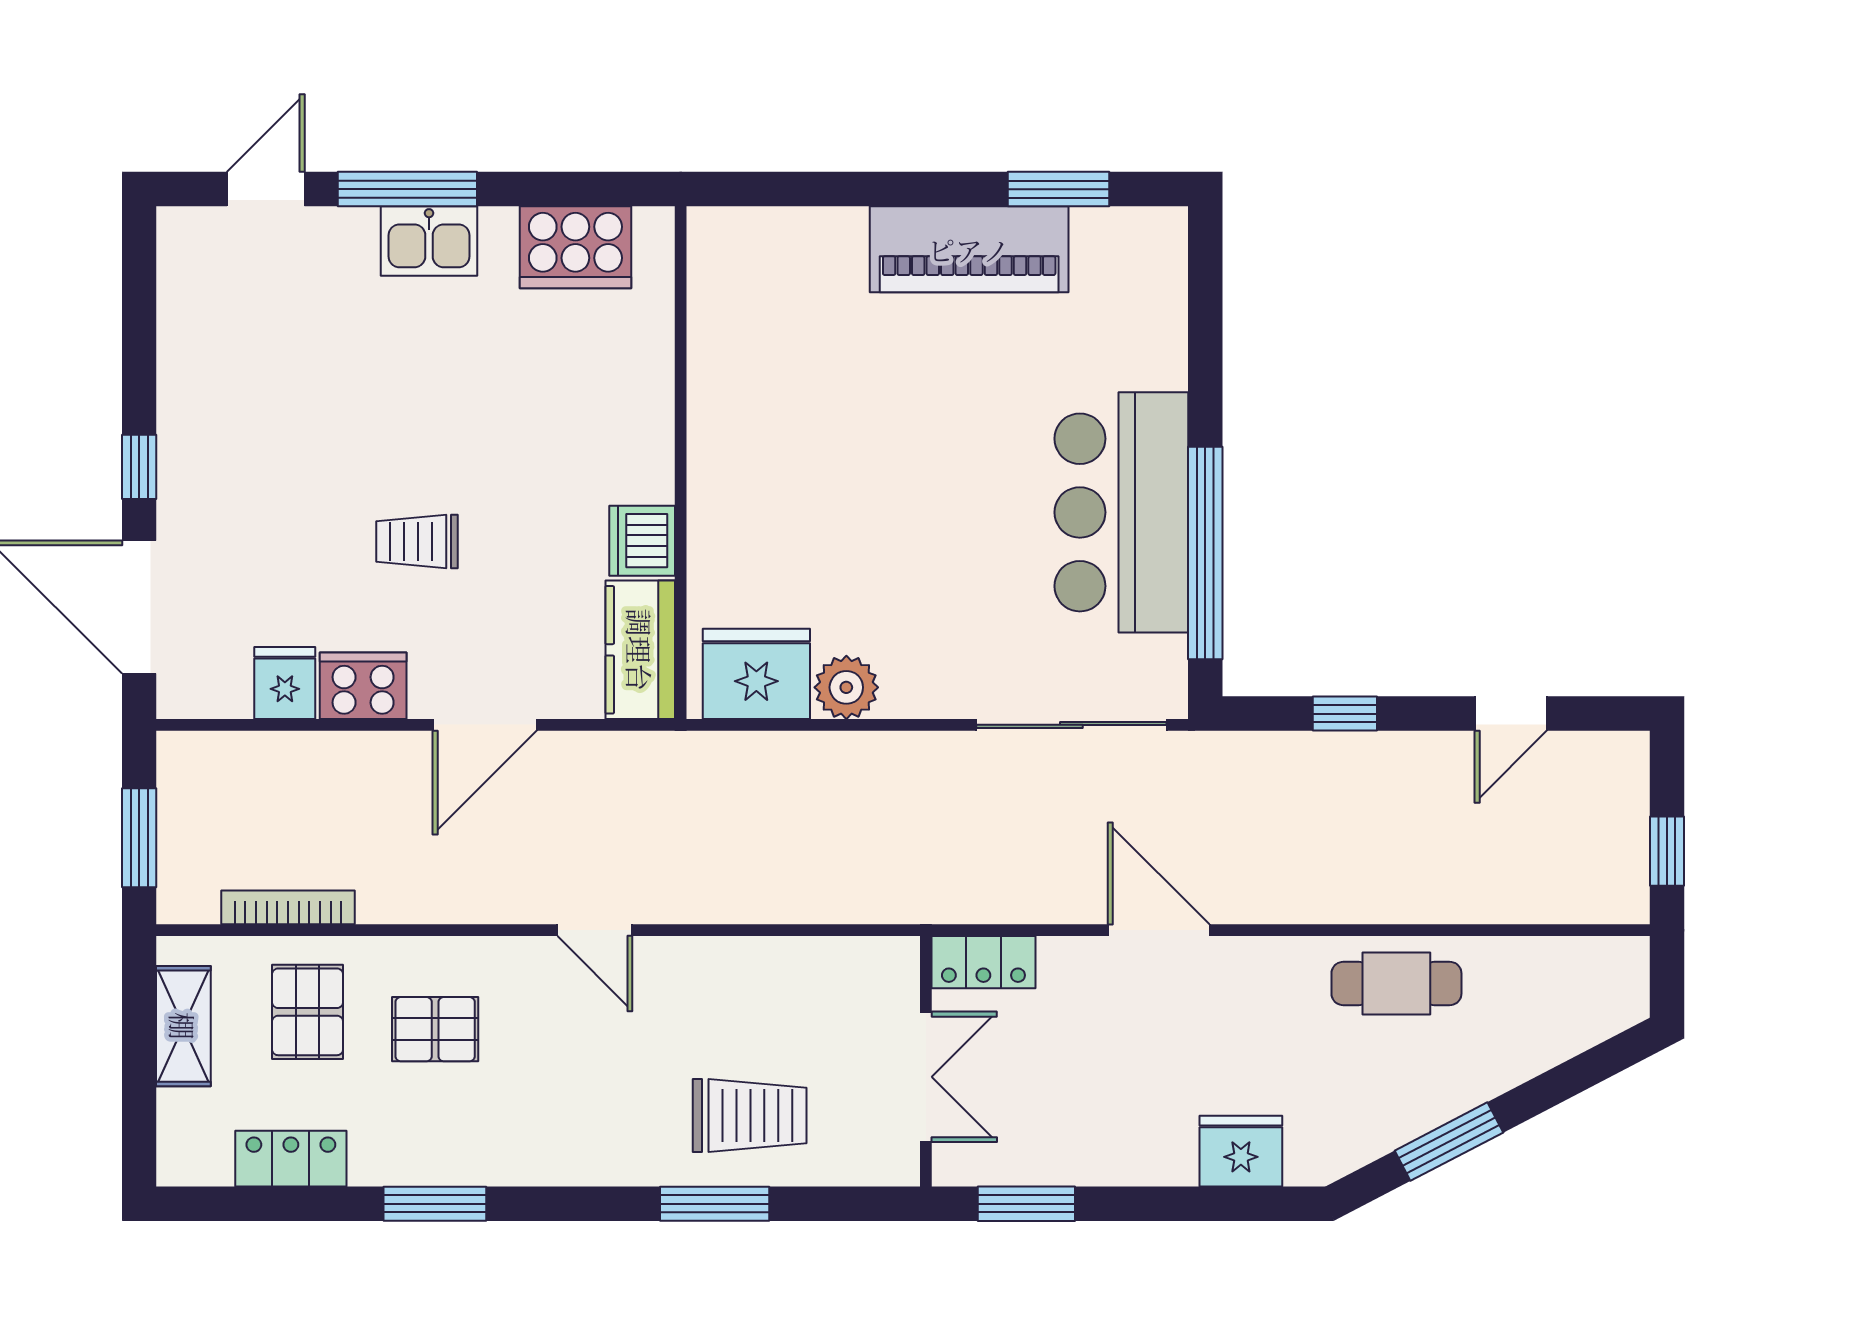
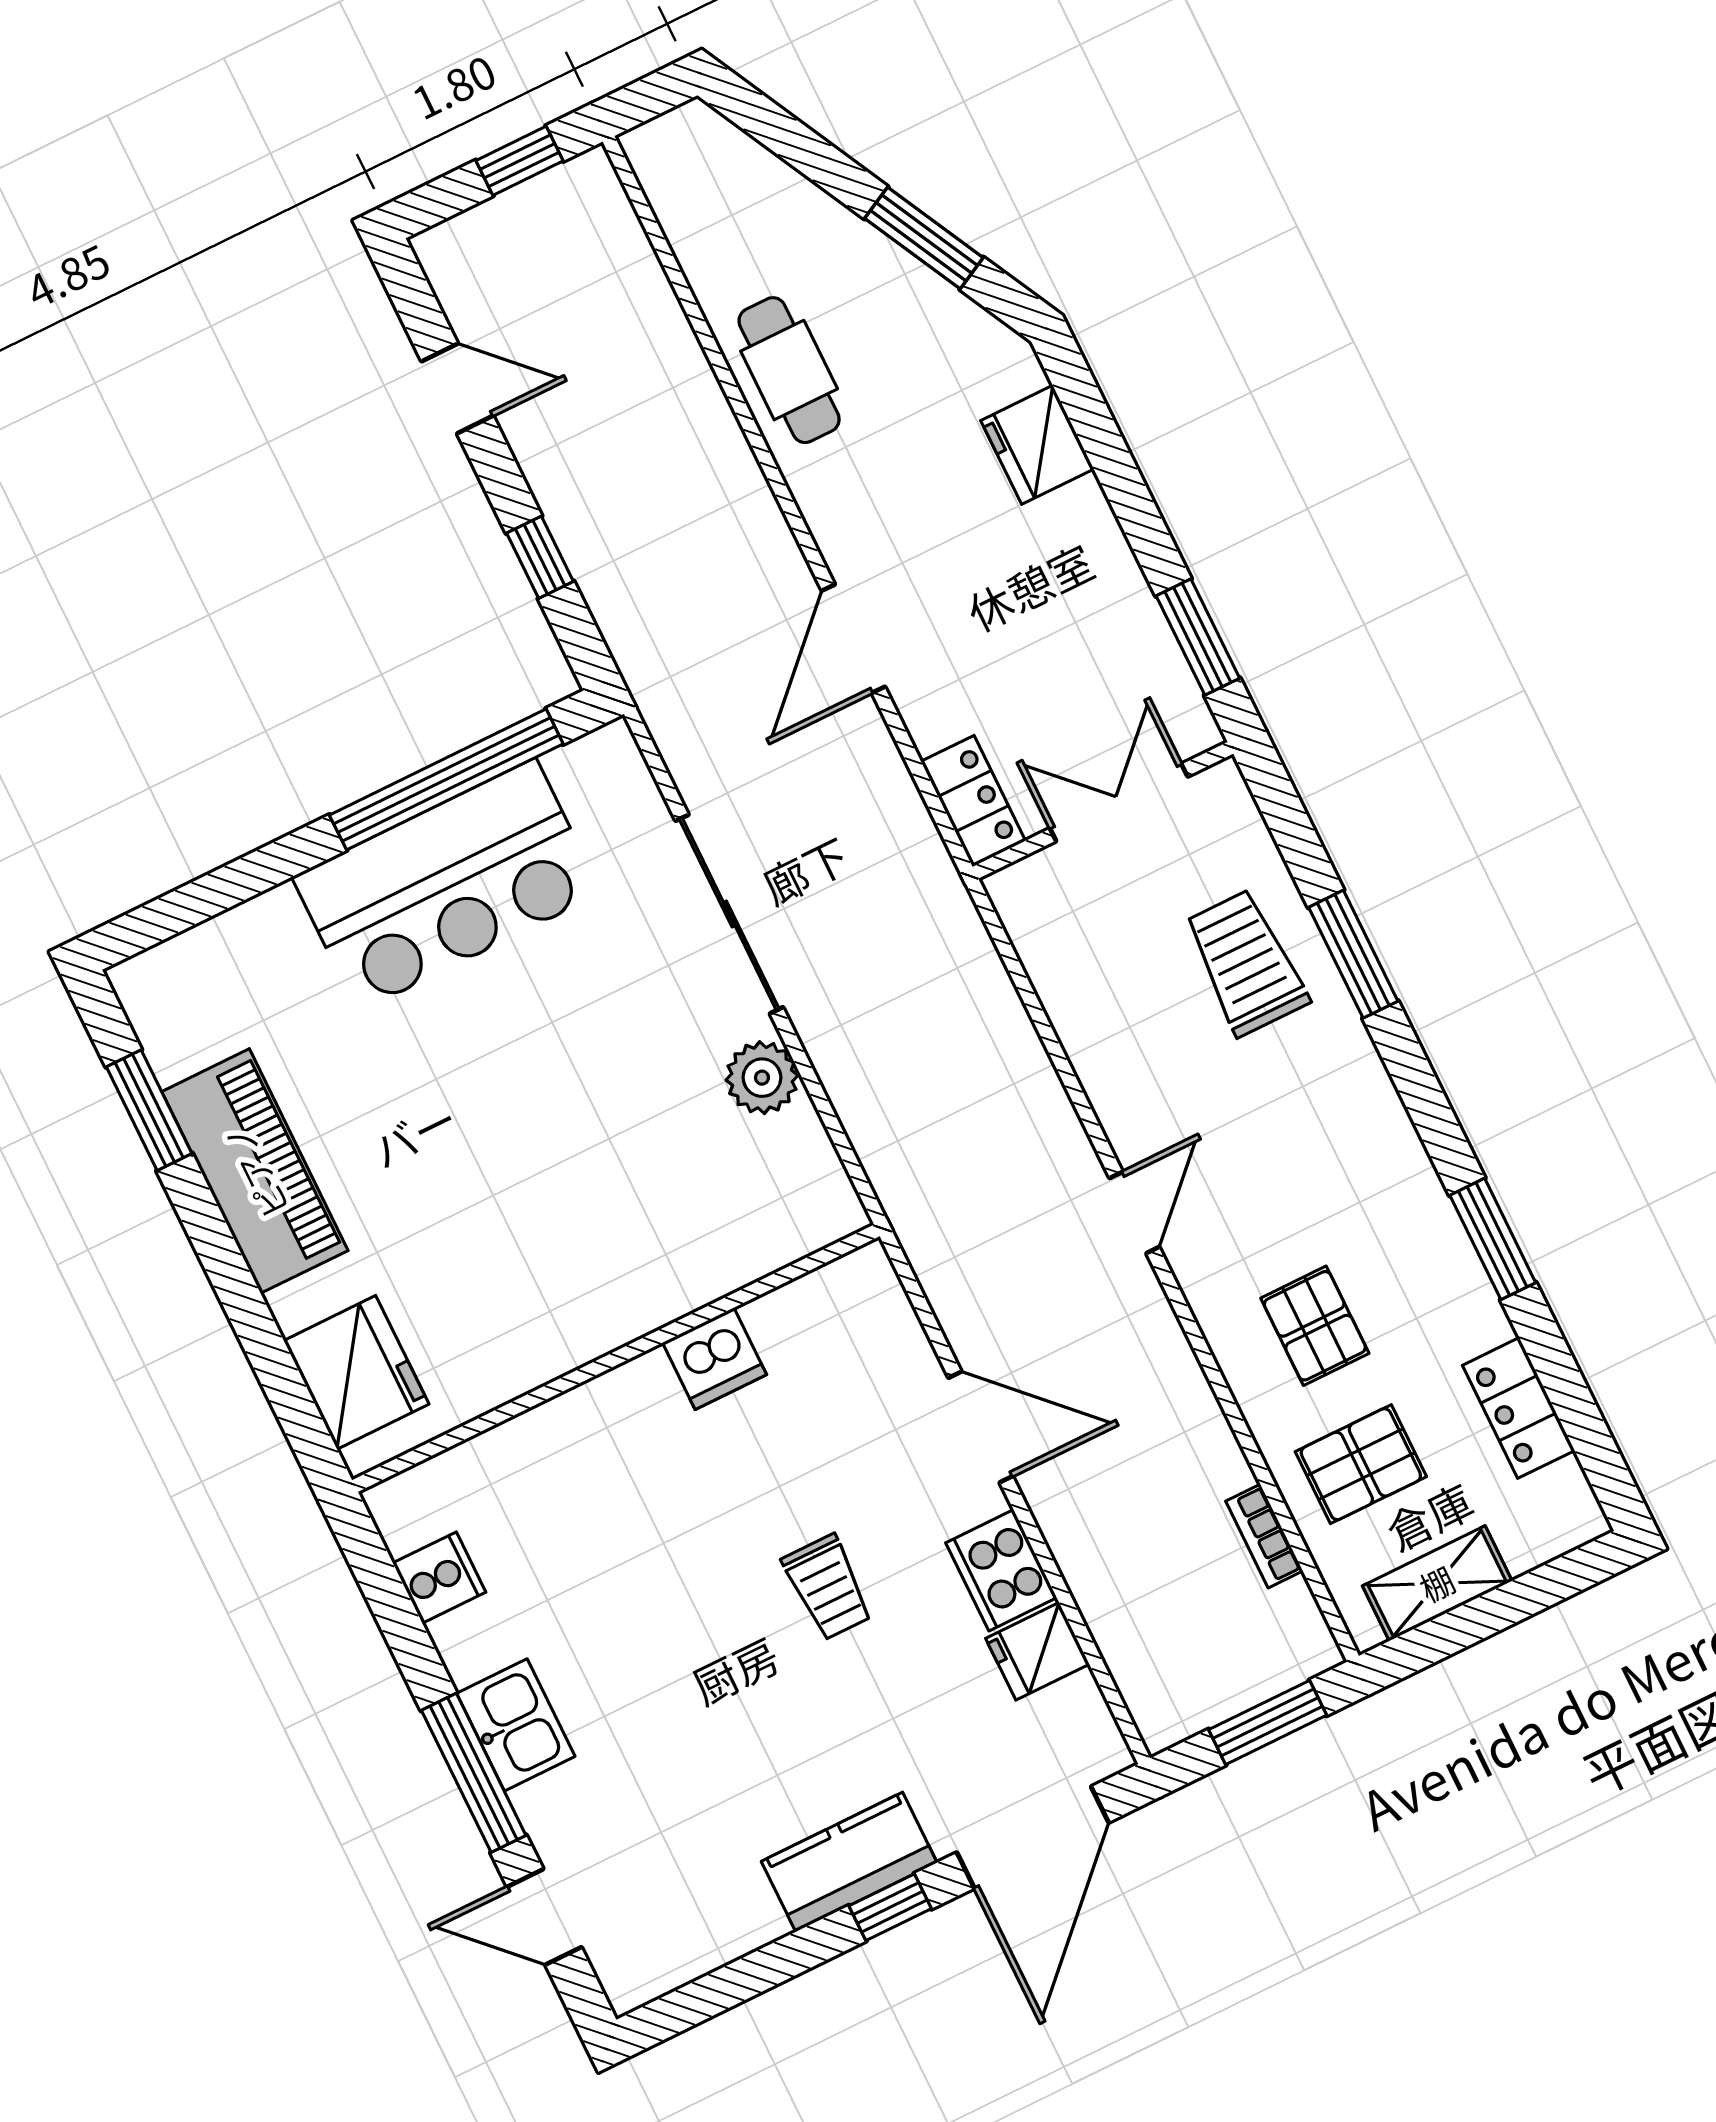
cooker: (575, 247) -> (439, 1578), width x0.53, depth x0.76
kitchen counter: (640, 650) -> (849, 1862), moved, turned 180
fridge: (756, 674) -> (356, 1372), moved, turned 180
sliding door: (1071, 725) -> (729, 914), moved
bookcase: (288, 907) -> (1264, 1536), width x0.64

